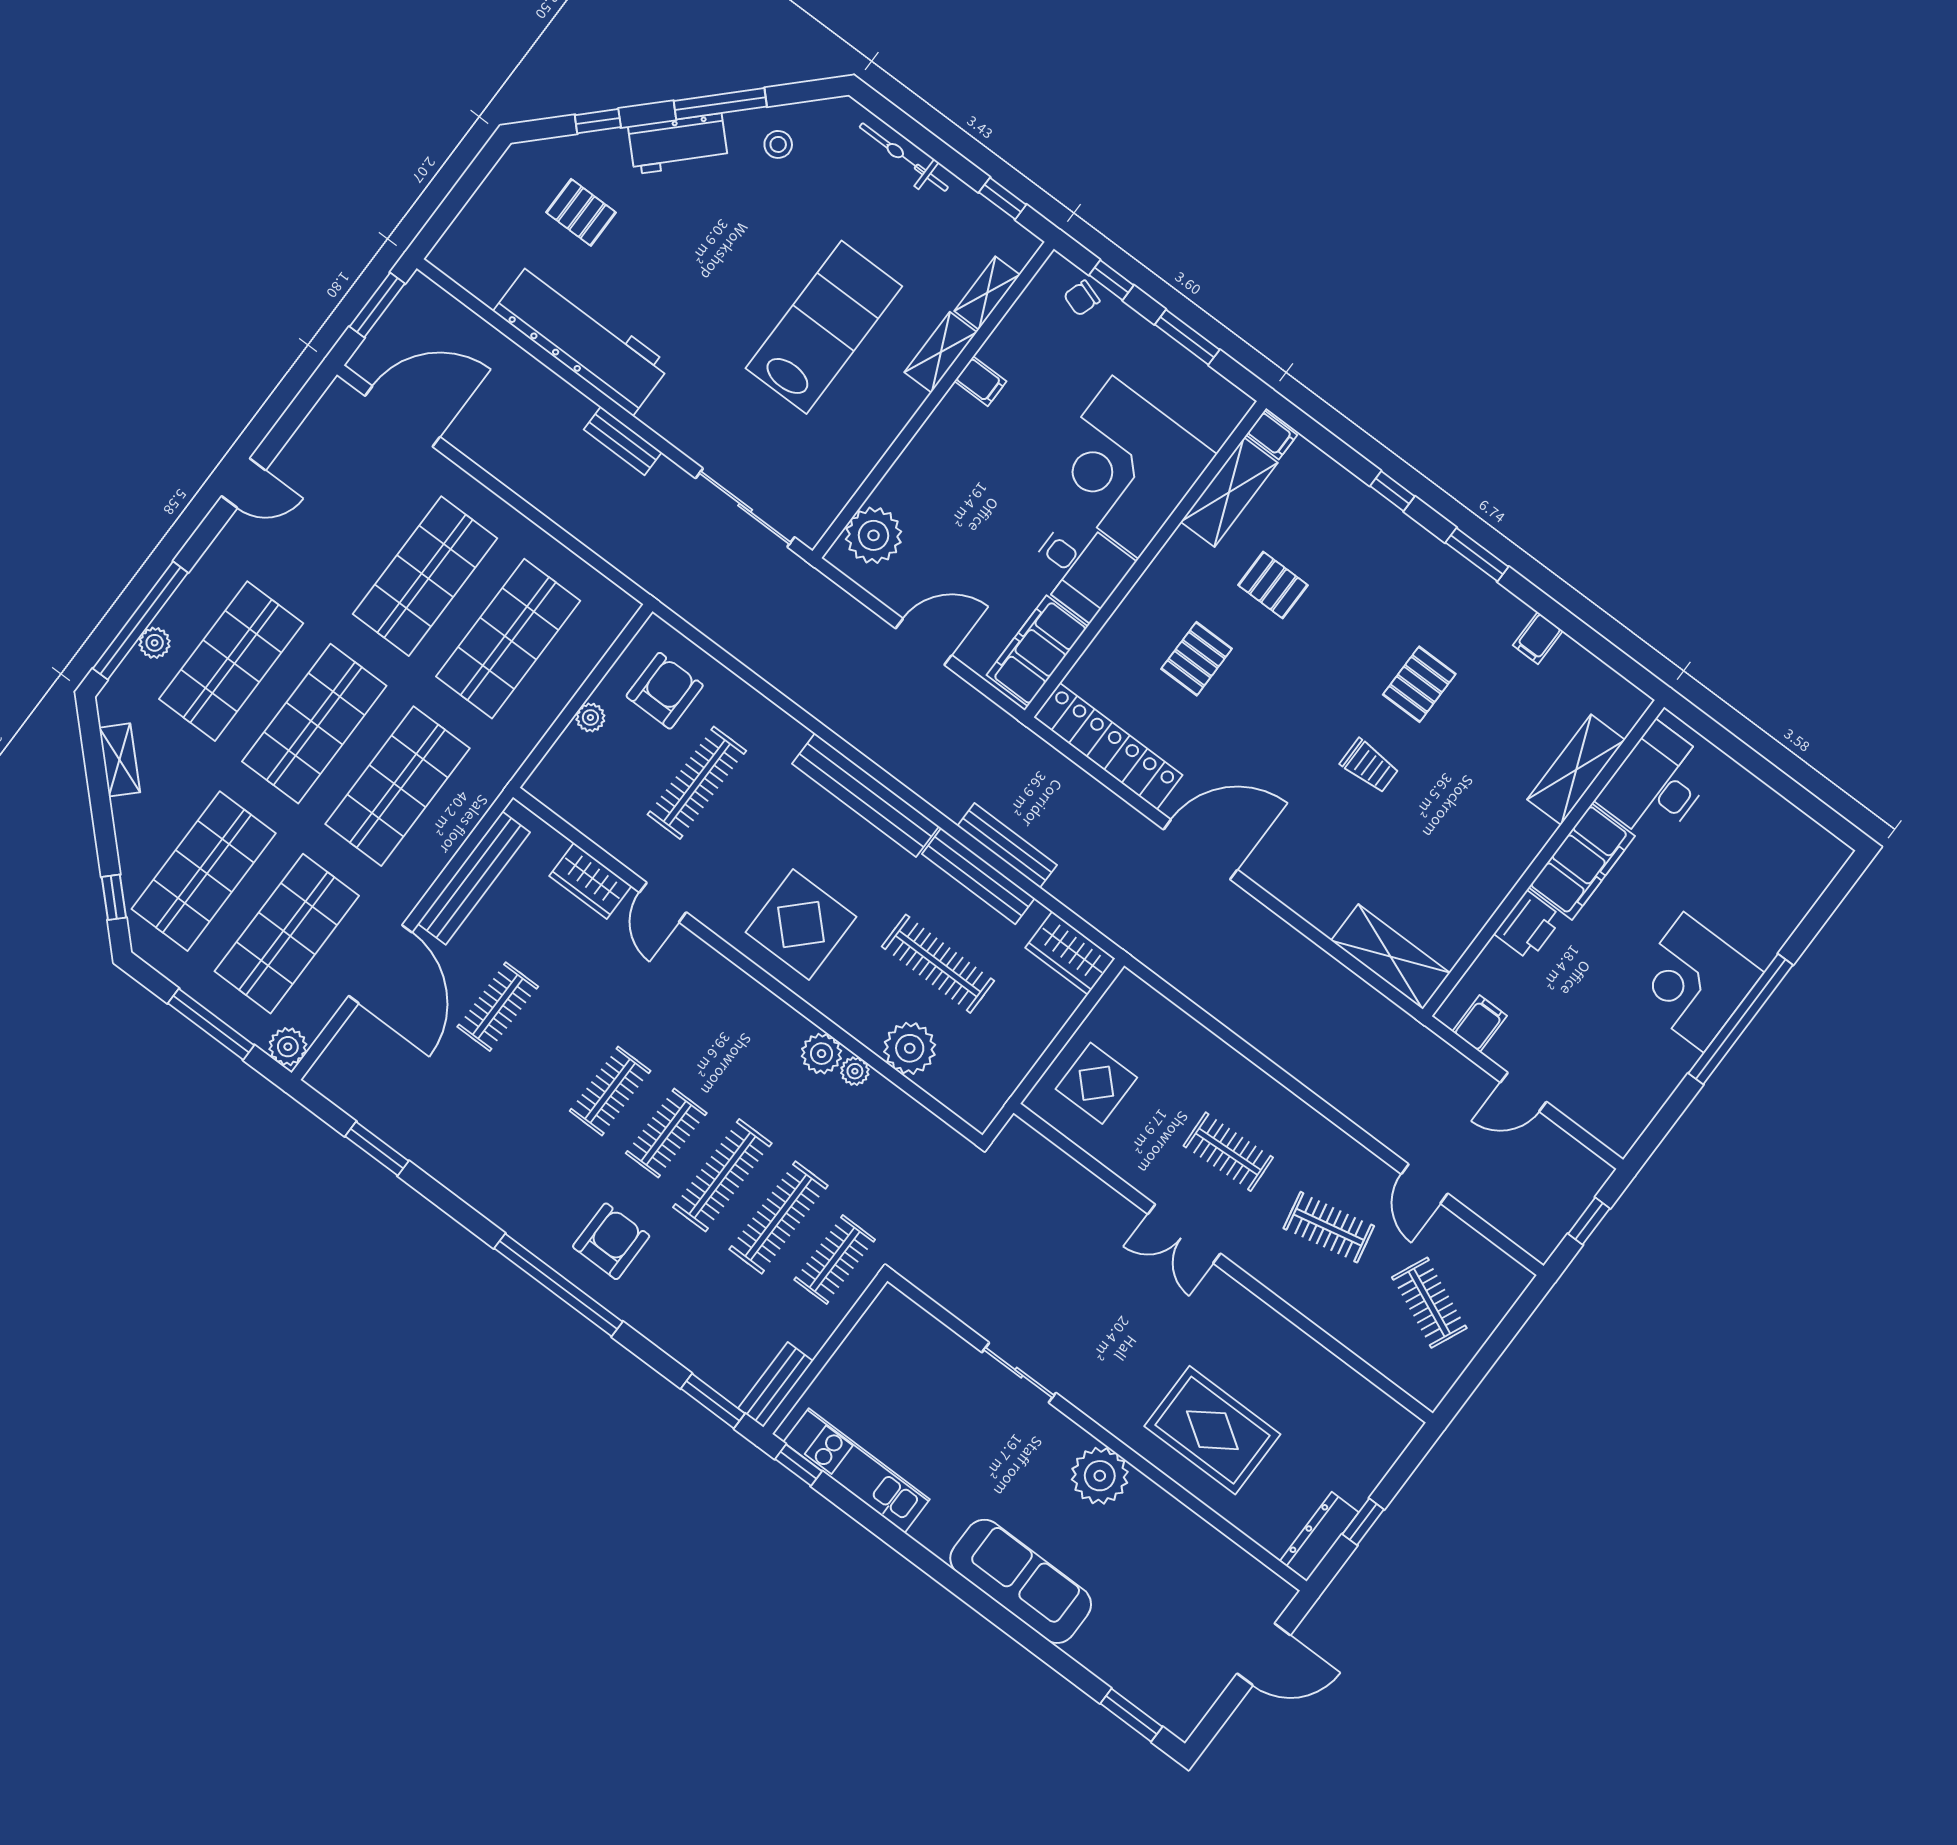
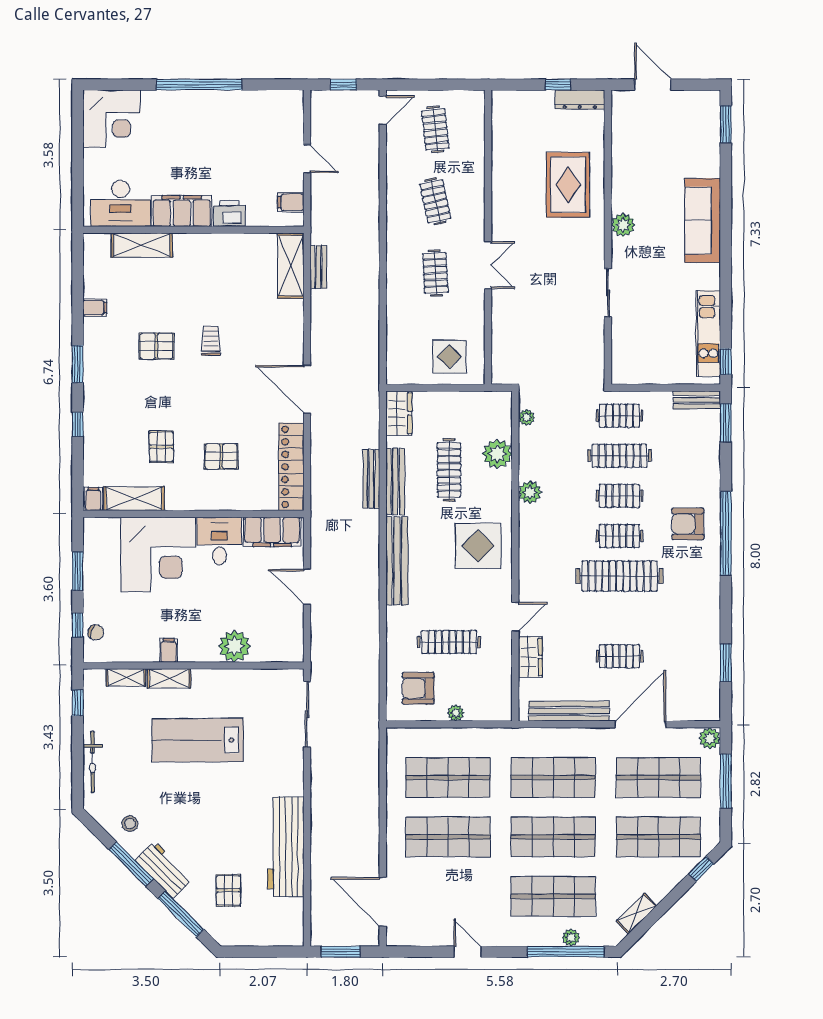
window: (598, 121) -> (181, 914), width x2.17
bench: (623, 441) -> (318, 267), moved
plant: (874, 535) -> (234, 646), moved
corner desk: (1694, 982) -> (112, 119), moved
plant: (855, 1071) -> (527, 417), moved
clothes rail: (610, 1091) -> (619, 576), width x1.86, depth x1.31
clothes rail: (722, 1175) -> (619, 496), width x0.73
door: (1424, 1184) -> (383, 110), moved
clothes rail: (1429, 1303) -> (435, 129), turned -30
plant: (1100, 1476) -> (623, 225), width x0.73, depth x0.73

